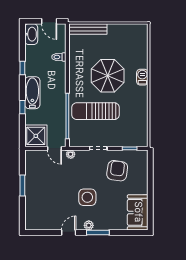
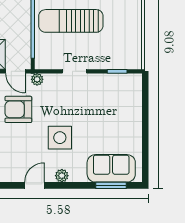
armchair: (117, 171) -> (18, 109), moved, turned -98
sofa: (138, 212) -> (111, 168), moved, turned 90
window: (98, 233) -> (111, 185), moved

